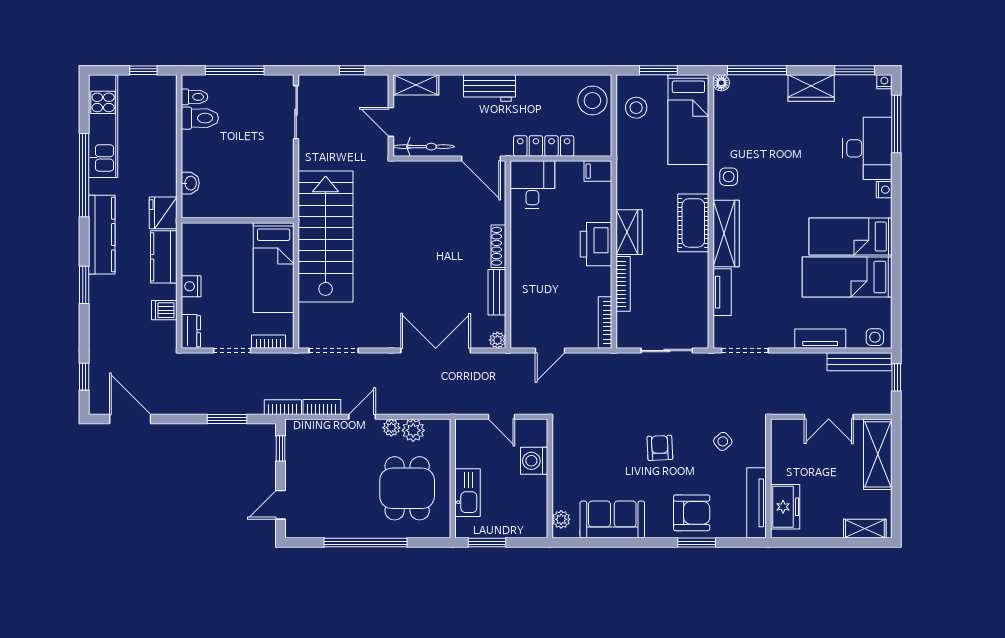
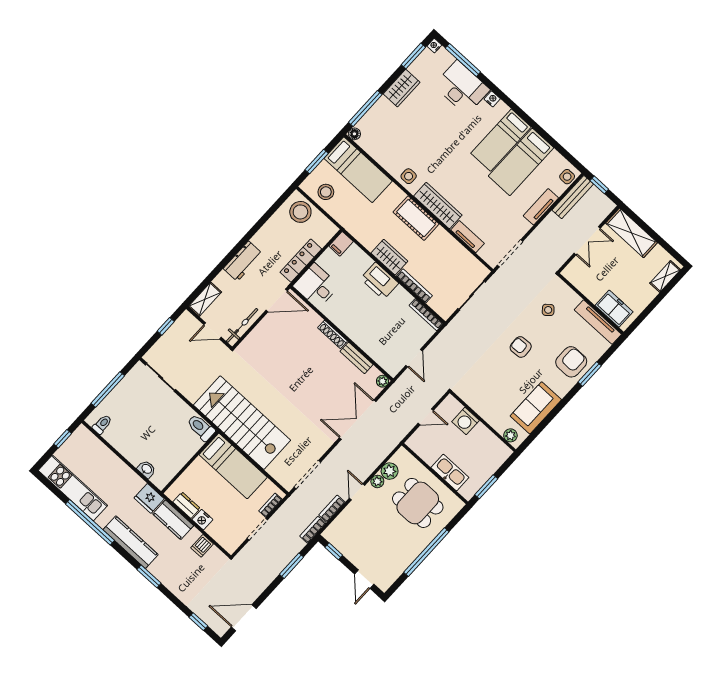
toilet: (200, 118) -> (201, 428), moved, turned -90
dresser: (191, 331) -> (186, 505), moved

